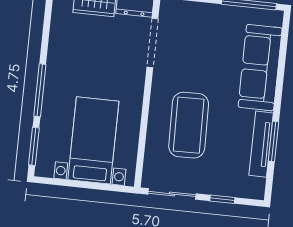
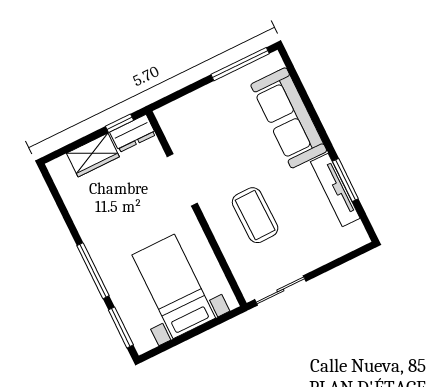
doorway: (152, 43) -> (182, 180), moved
coffee table: (189, 125) -> (255, 215), width x0.73, depth x0.76
window: (222, 199) -> (331, 265), removed

